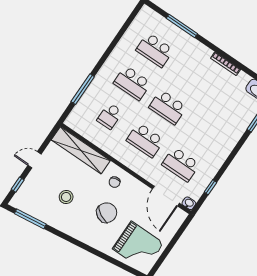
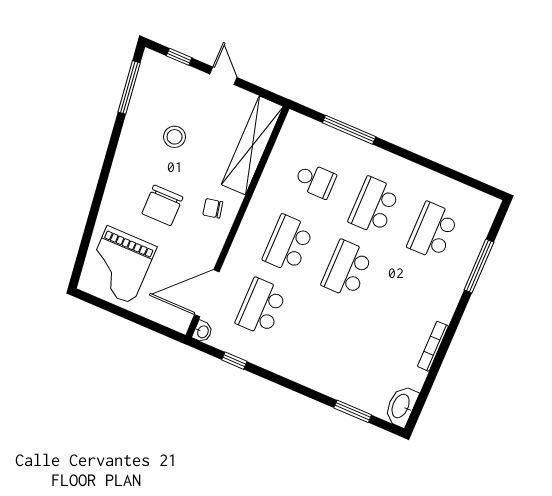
school desk: (110, 116) -> (315, 180), turned 180
chair: (107, 213) -> (162, 205), turned 62

